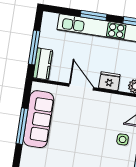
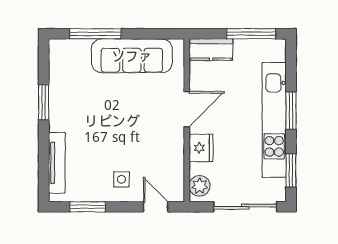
window: (34, 48) -> (251, 34), moved
window: (22, 126) -> (95, 34), moved

